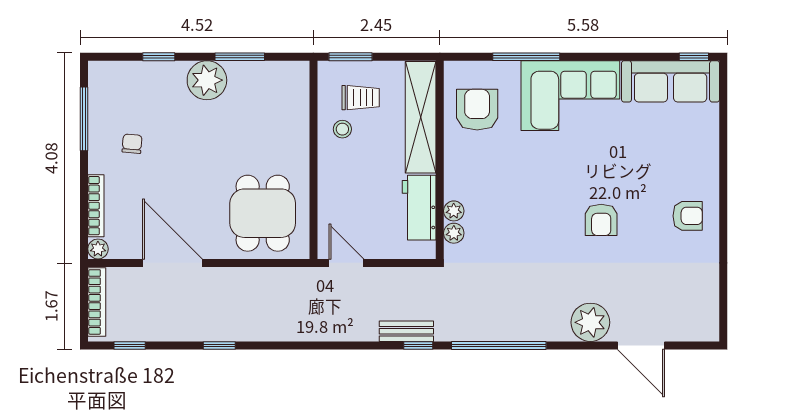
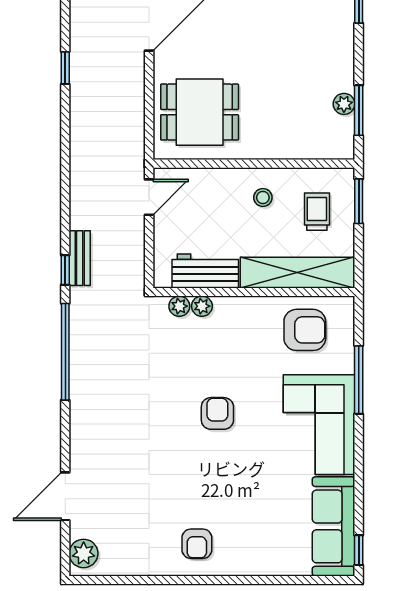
window: (240, 57) -> (359, 110), moved
plant: (207, 80) -> (344, 104), moved, width x0.53, depth x0.53
trolley: (361, 98) -> (317, 212), turned 180
stool: (342, 129) -> (263, 198), moved
armchair: (601, 220) -> (217, 413), moved, turned 90
plant: (590, 322) -> (84, 553), moved, width x0.73, depth x0.73

